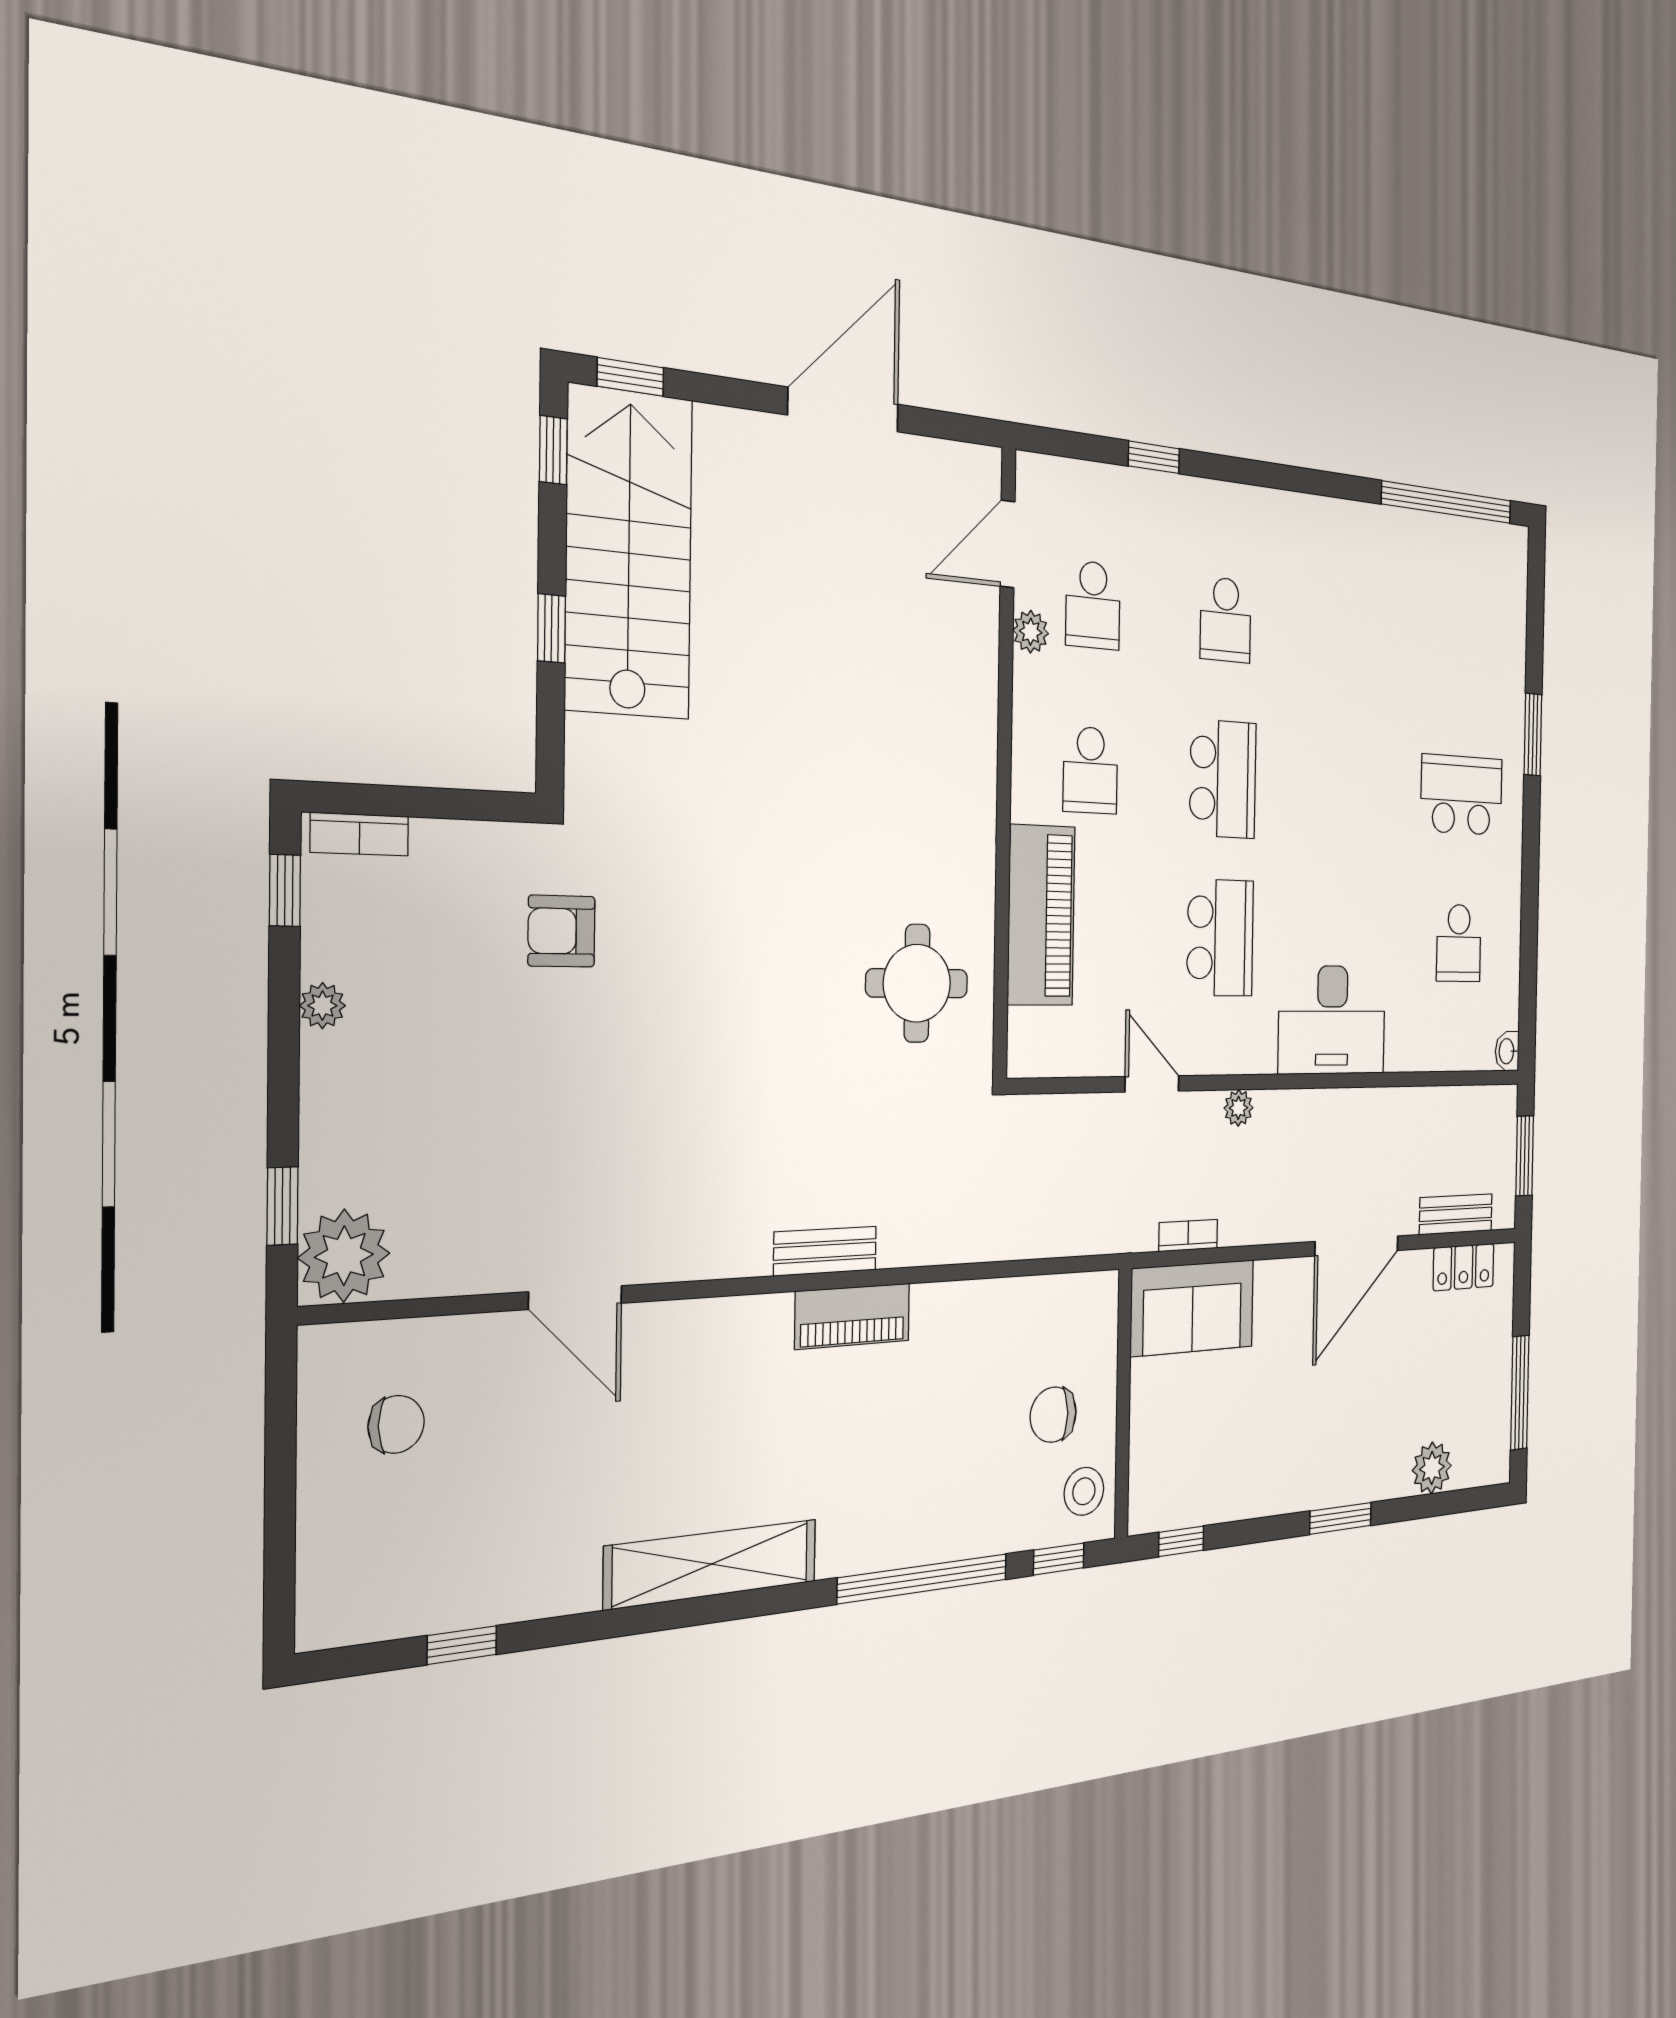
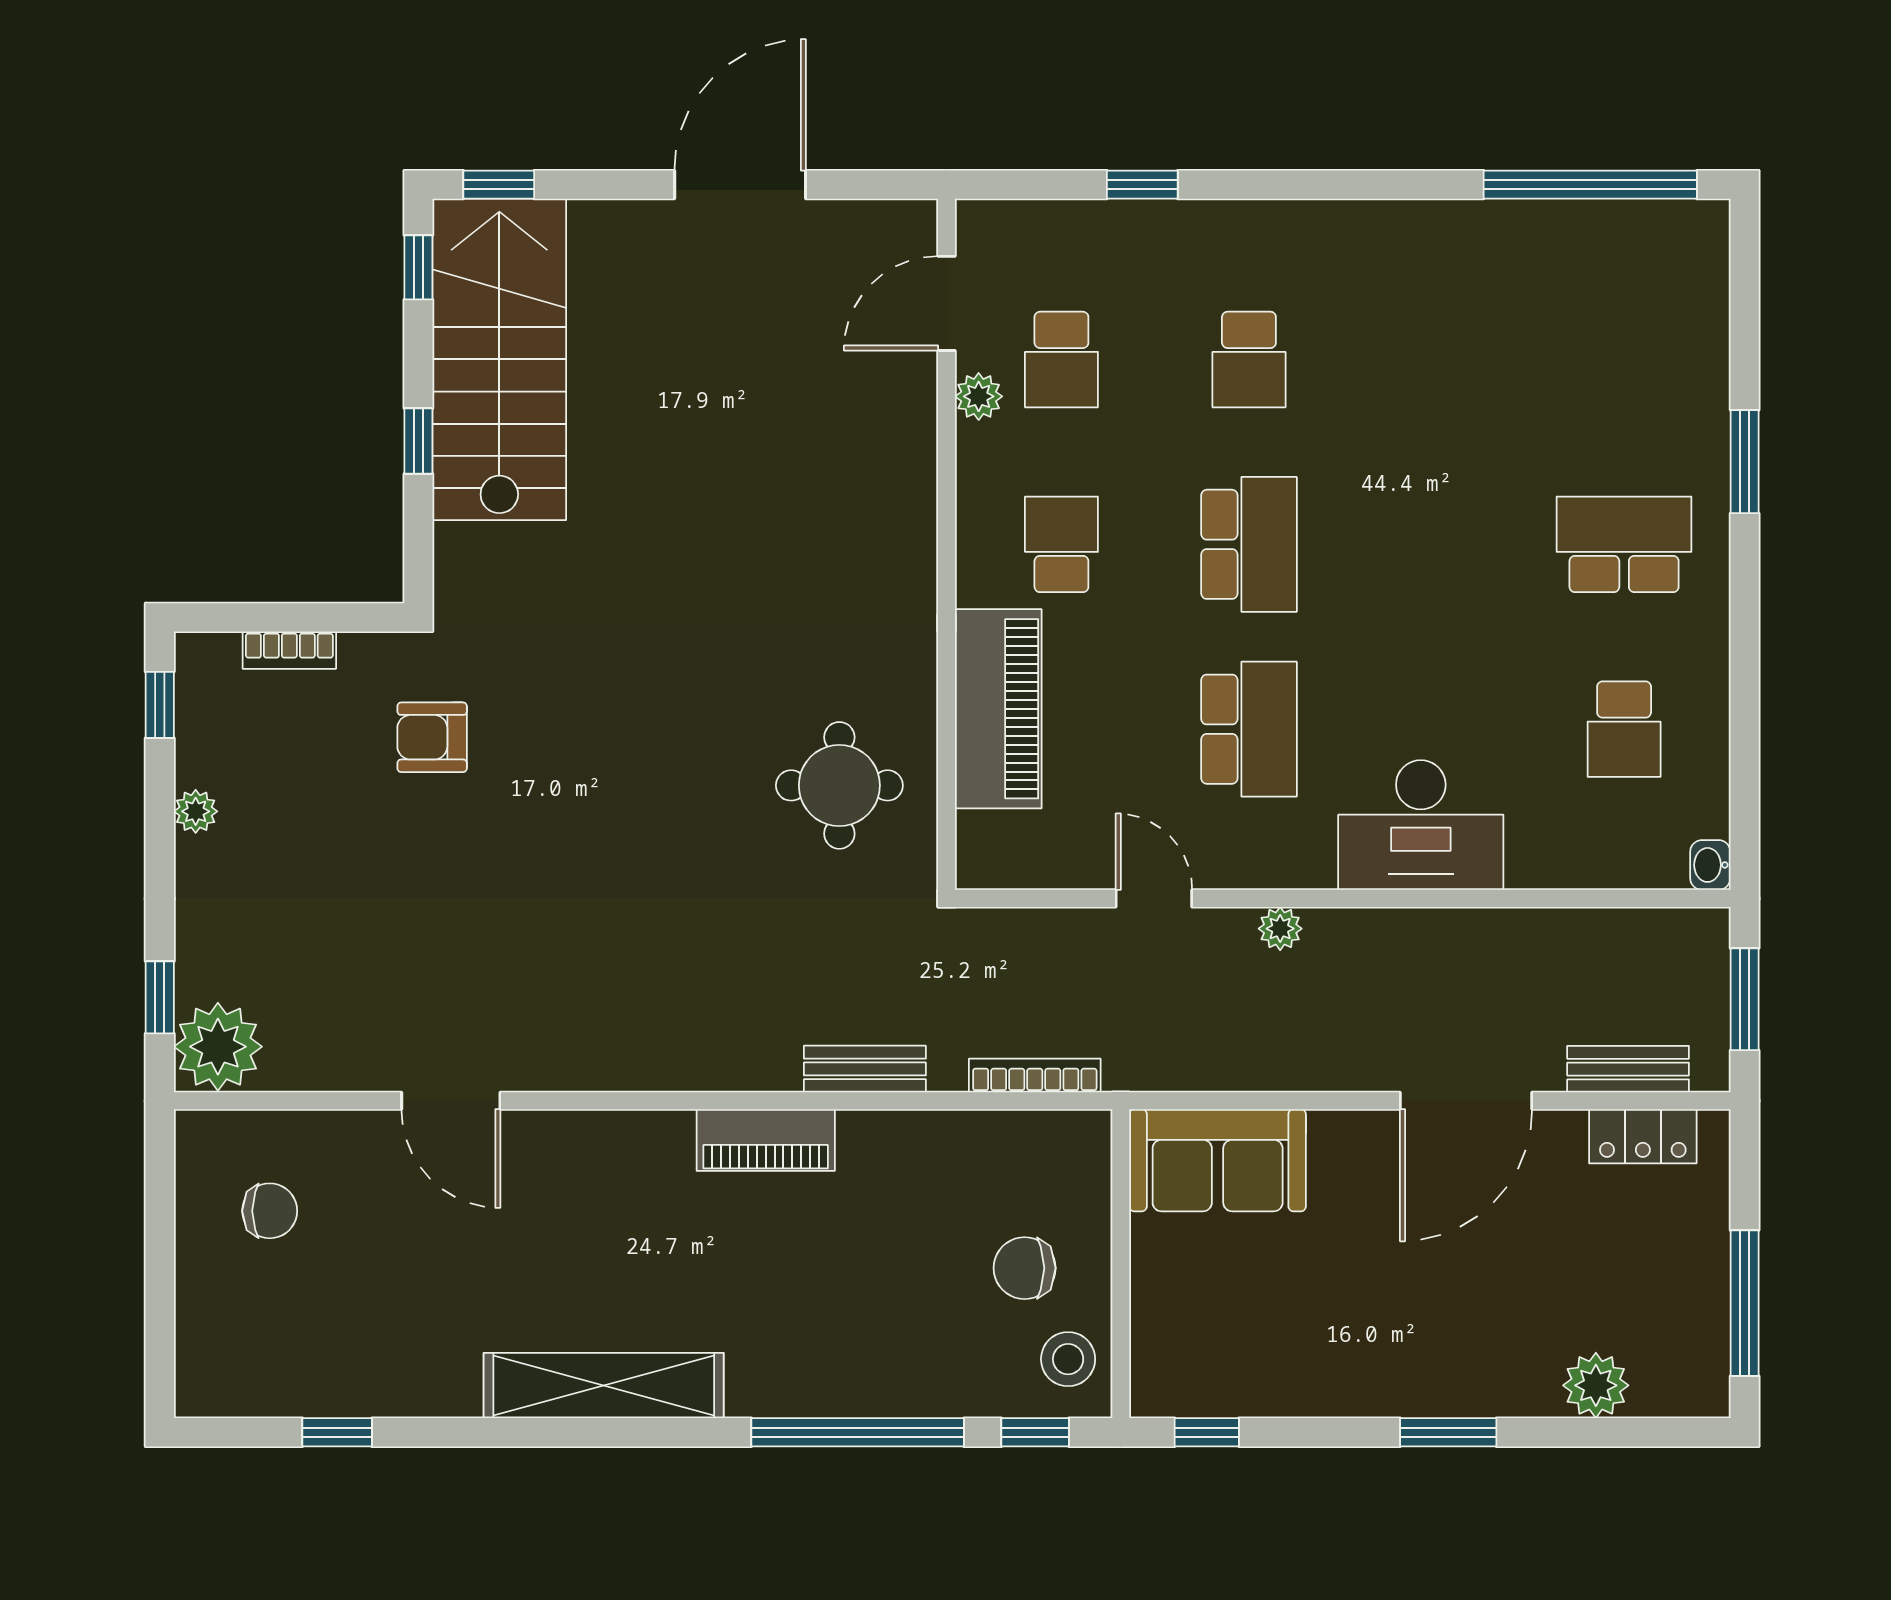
school desk: (1090, 770) -> (1061, 544), turned 180
bookcase: (360, 834) -> (289, 650), moved
bookcase: (1188, 1235) -> (1035, 1075), moved, width x1.56
bench: (825, 1251) -> (865, 1069), moved

